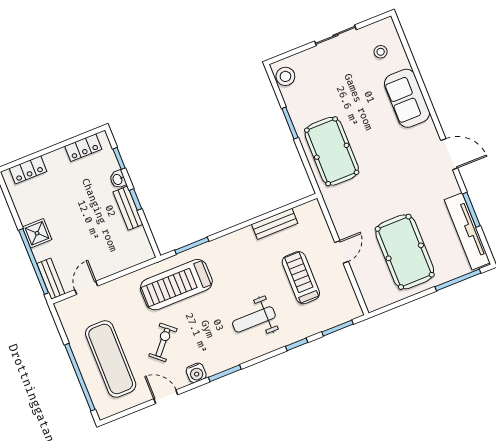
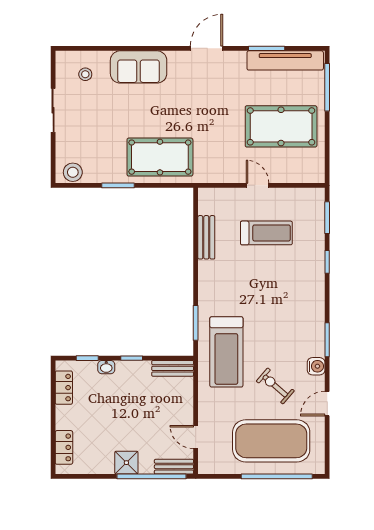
bench: (128, 208) -> (173, 368), moved
treadmill: (301, 278) -> (266, 233), turned 180
weight bench: (254, 319) -> (288, 292), removed
exercise mat: (111, 359) -> (271, 441), width x1.47

